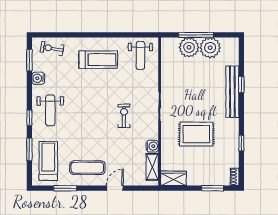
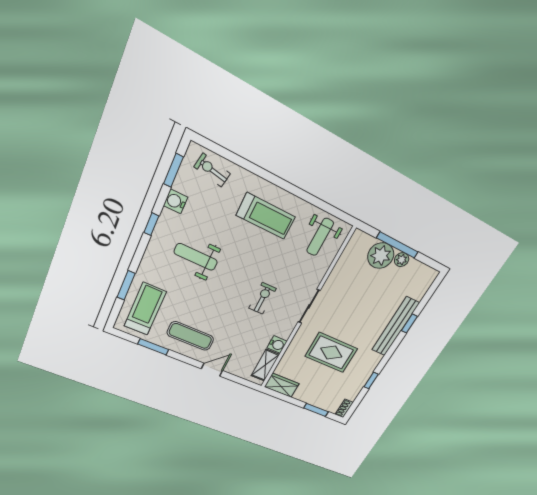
plant: (210, 48) -> (402, 260), width x0.53, depth x0.53
weight bench: (50, 110) -> (196, 257), moved, turned 90
window: (29, 118) -> (151, 224), moved

